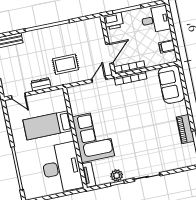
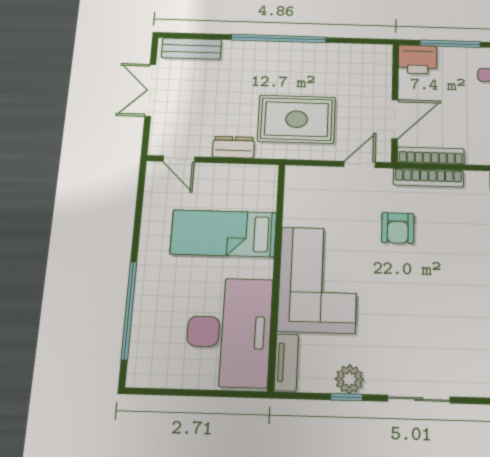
rug: (65, 64) -> (297, 119), width x1.36, depth x1.43
armchair: (122, 105) -> (398, 228), added

